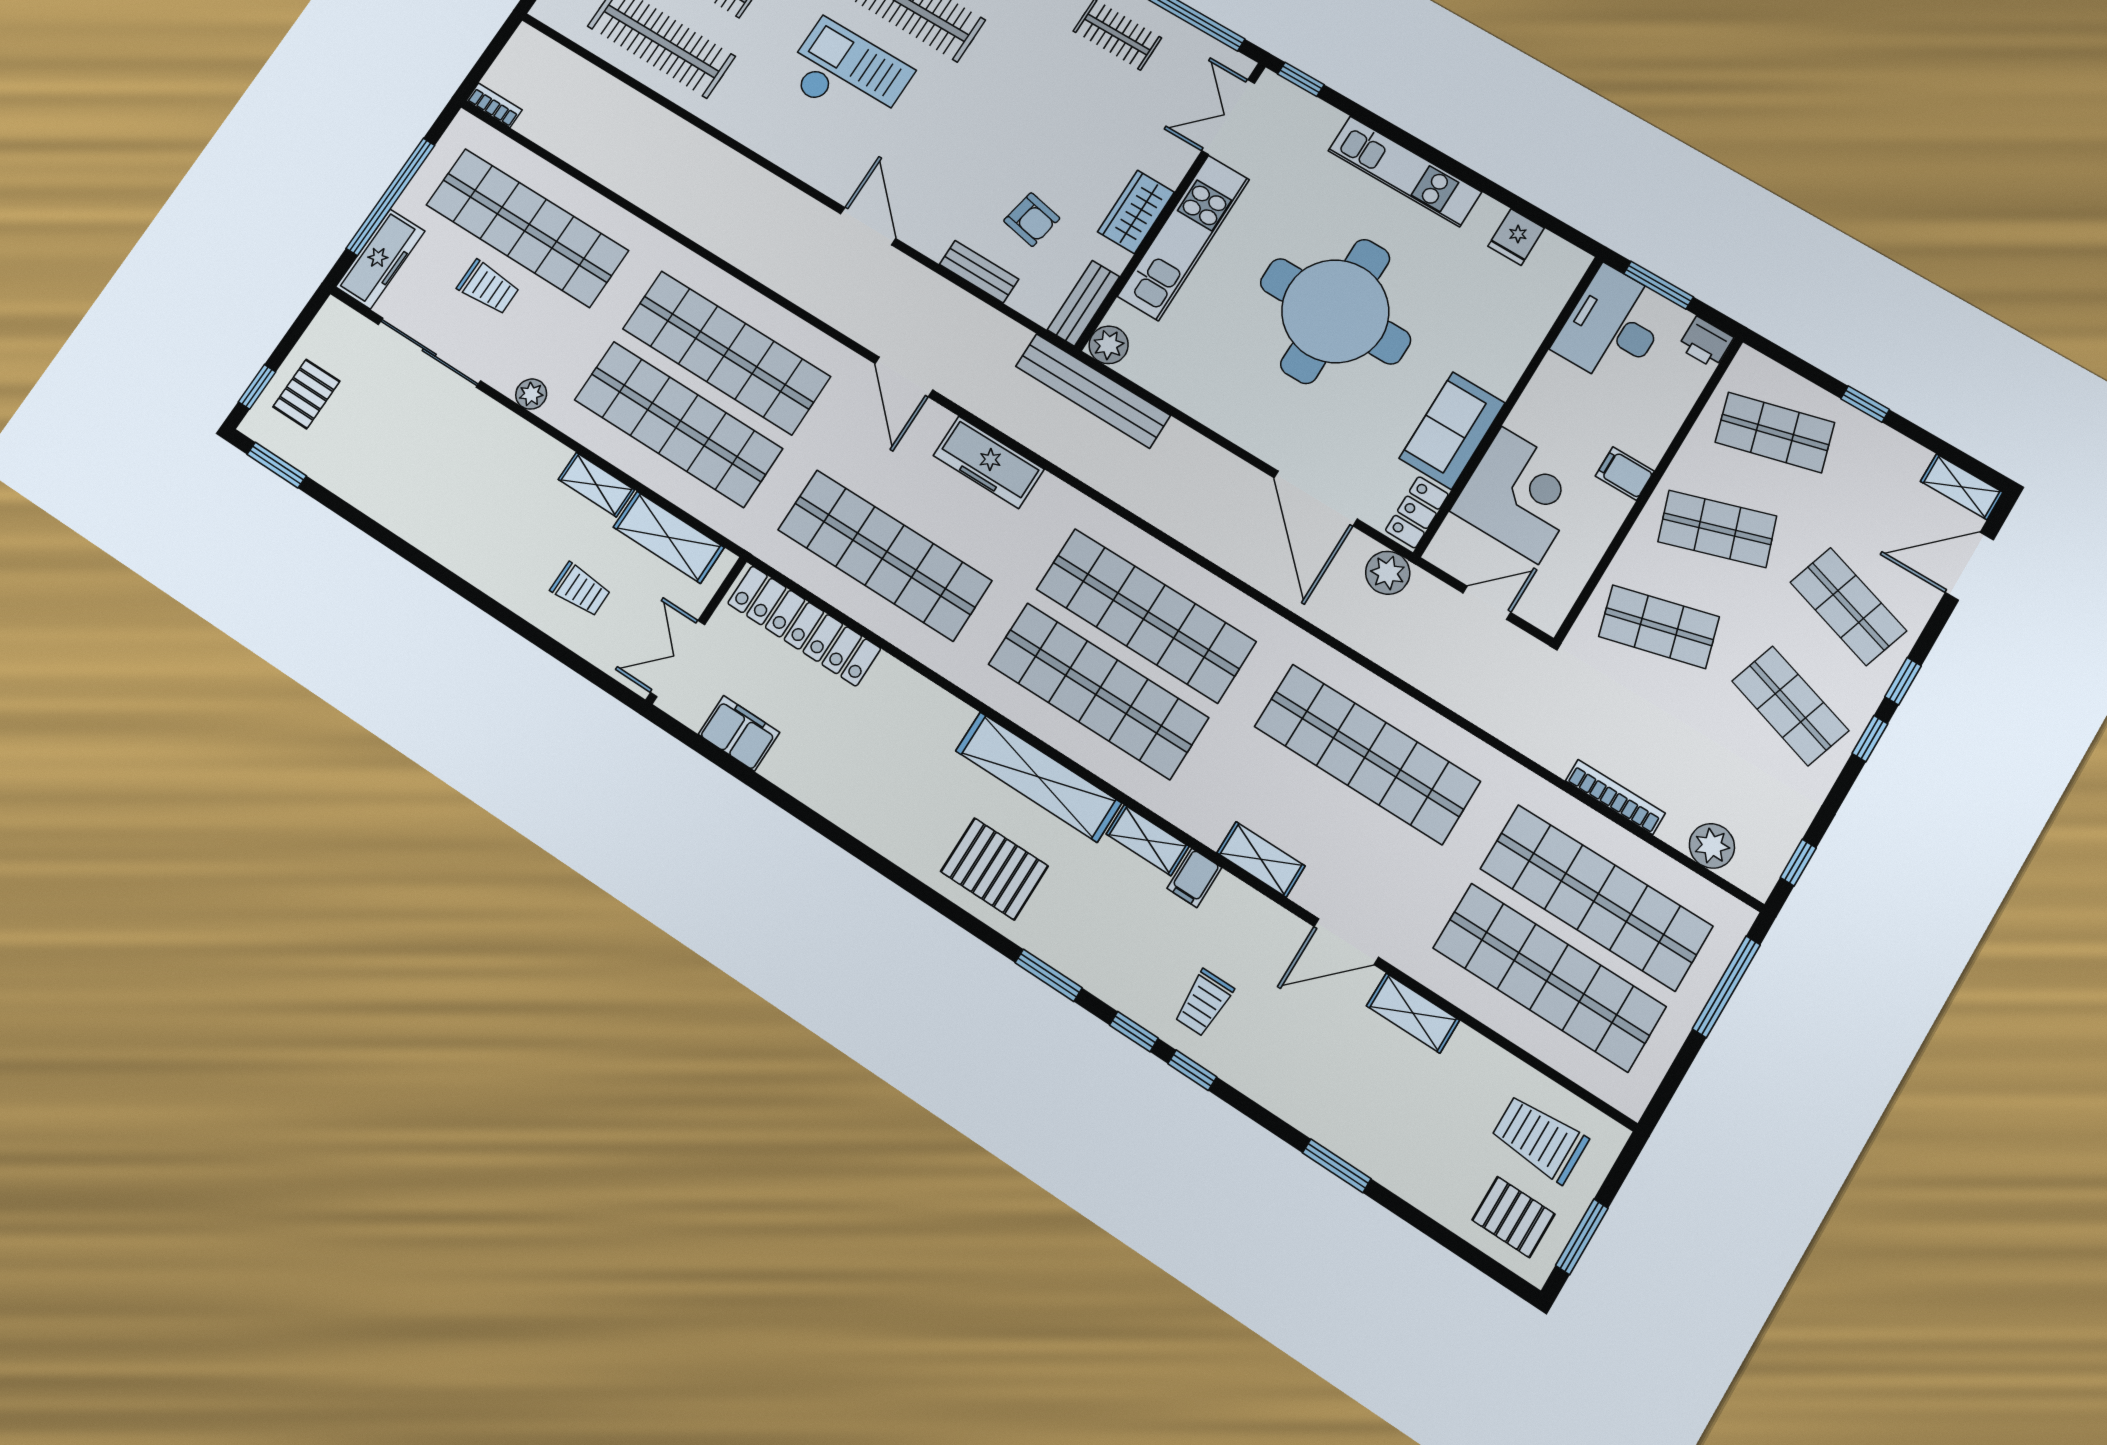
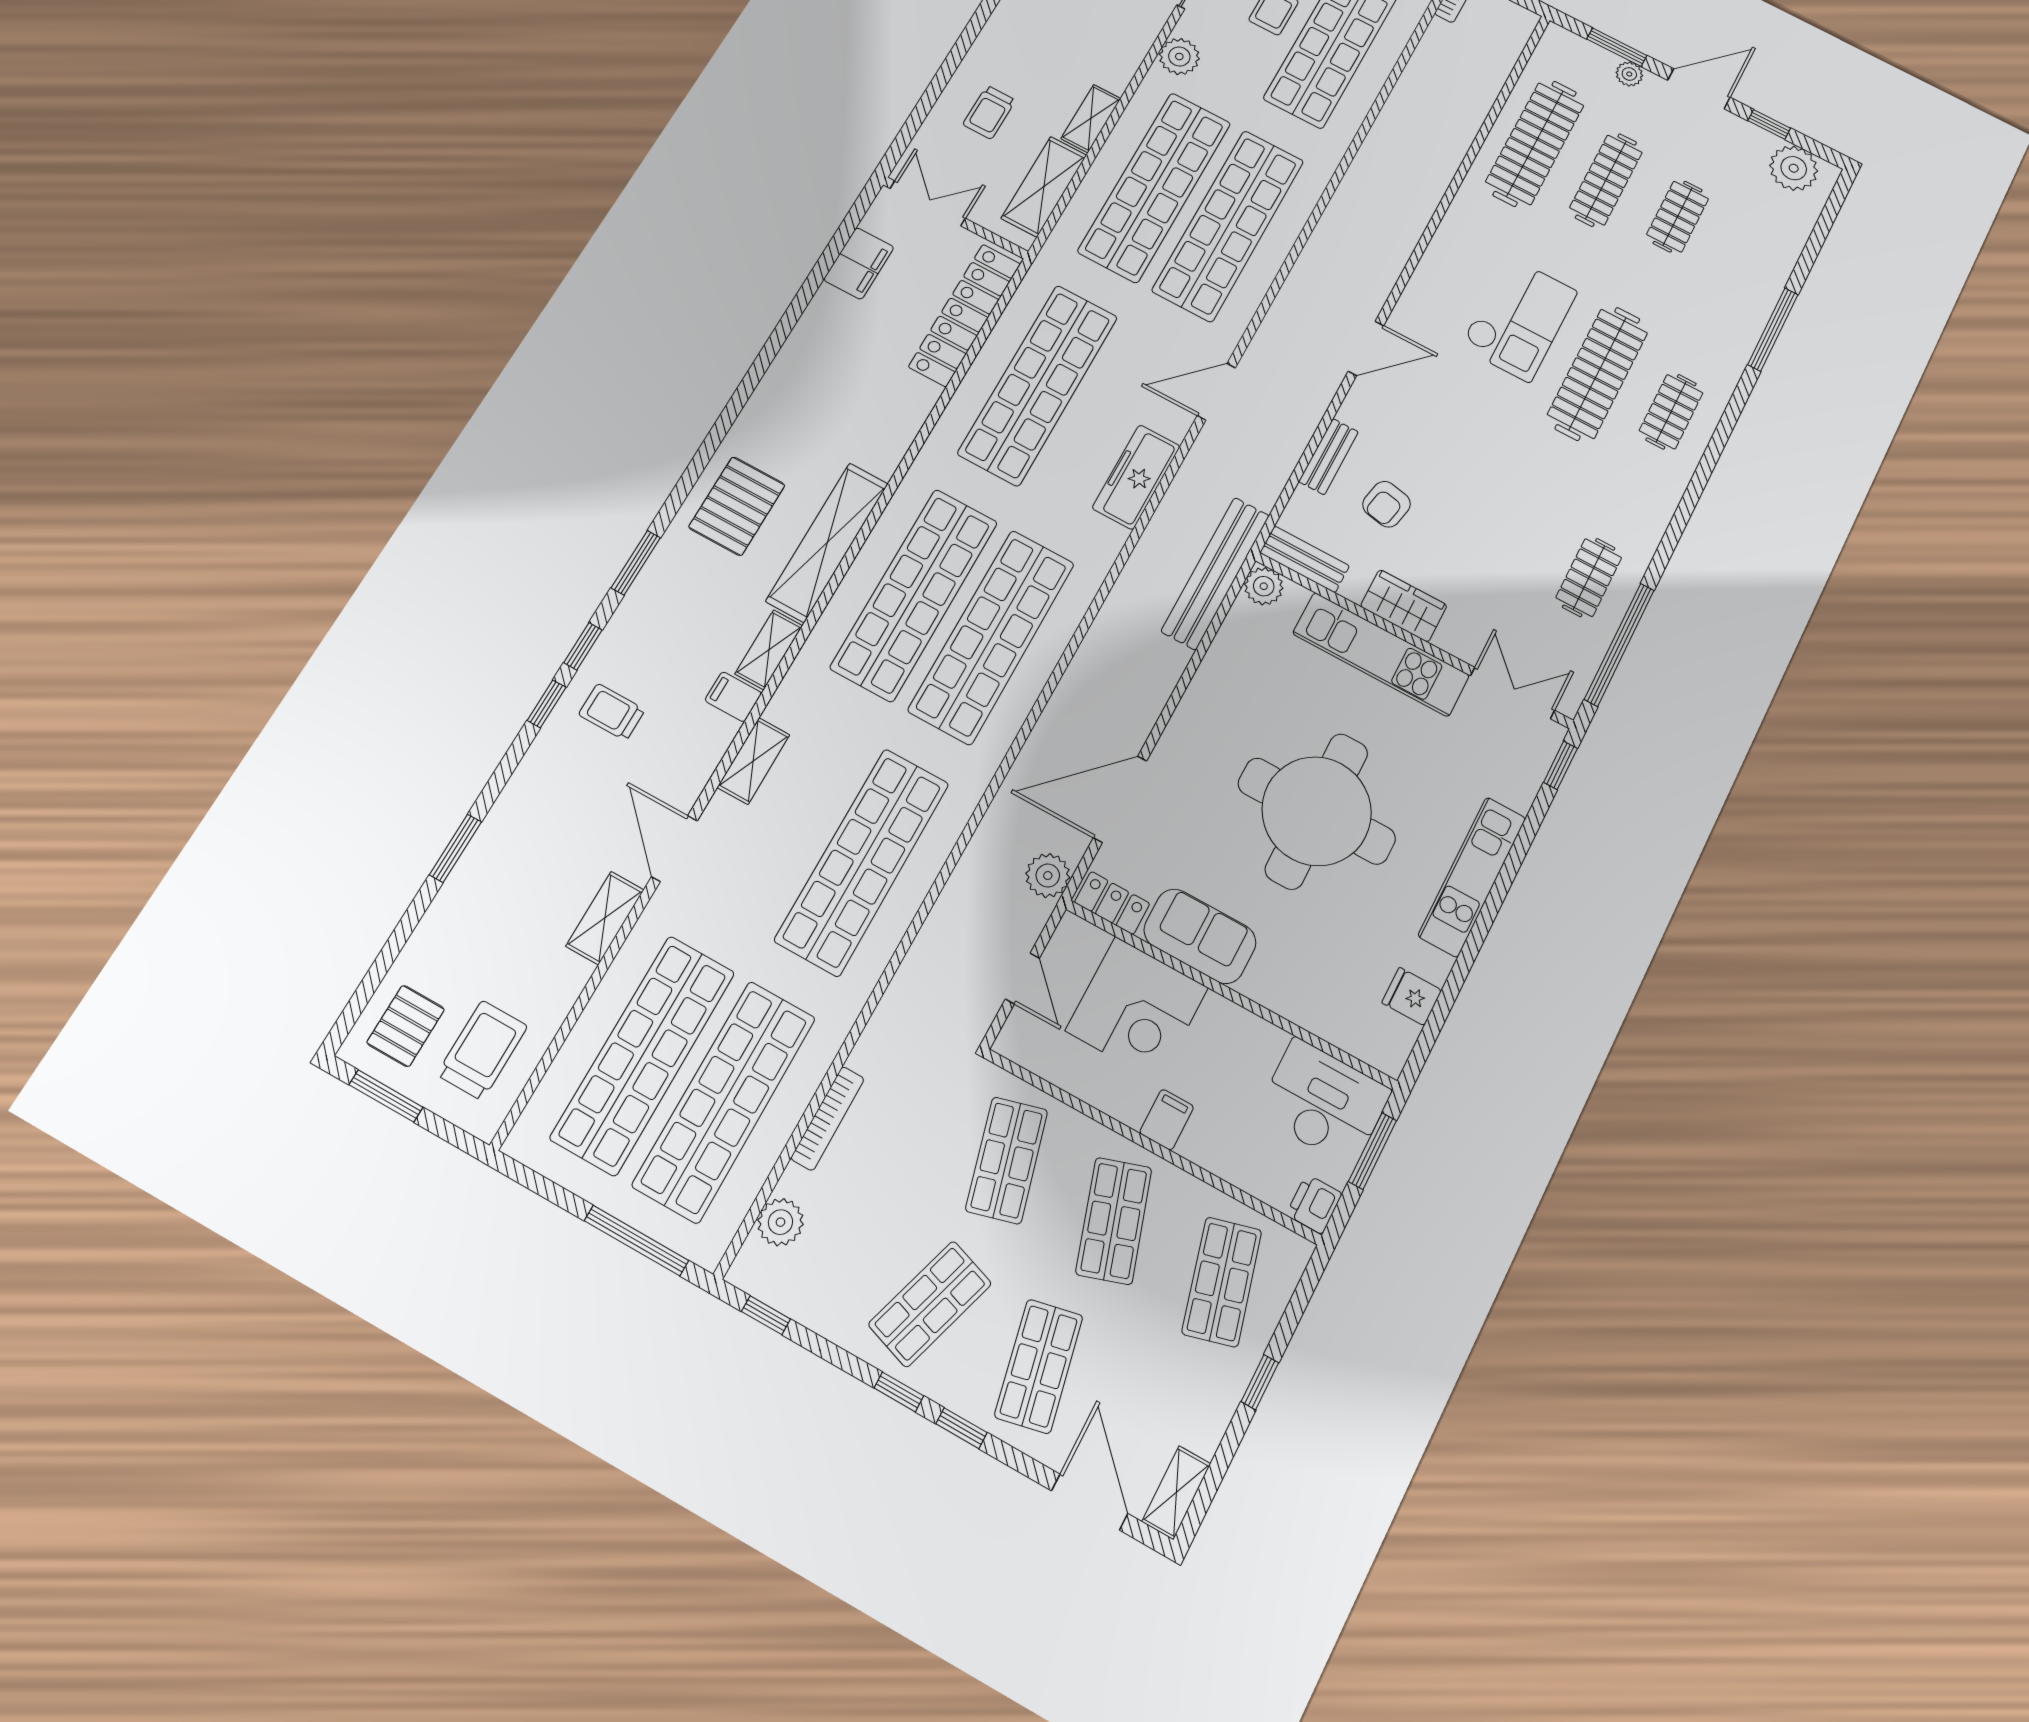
plant: (531, 394) -> (1179, 57), width x1.38, depth x1.38
shop shelf: (1848, 606) -> (1039, 1366), turned -30

